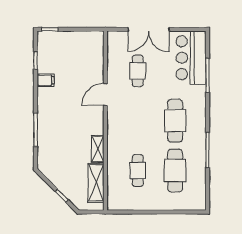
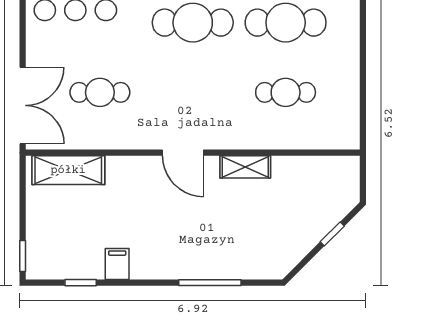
double door: (148, 29) -> (23, 105), moved
door: (105, 95) -> (183, 153), moved
shelving: (96, 183) -> (68, 170), moved

